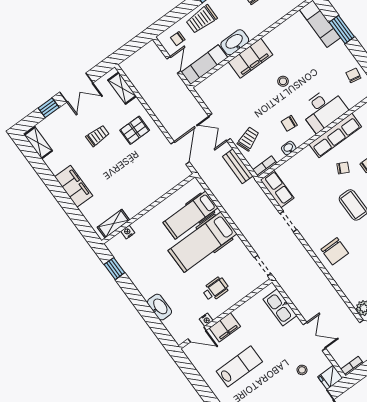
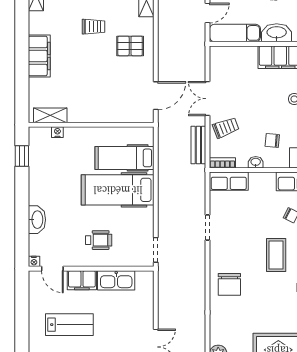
row of seats: (277, 189) -> (229, 181), moved, turned 90
kitchen sink: (280, 307) -> (116, 280), moved, turned -90
nightstand: (206, 320) -> (34, 261), moved

